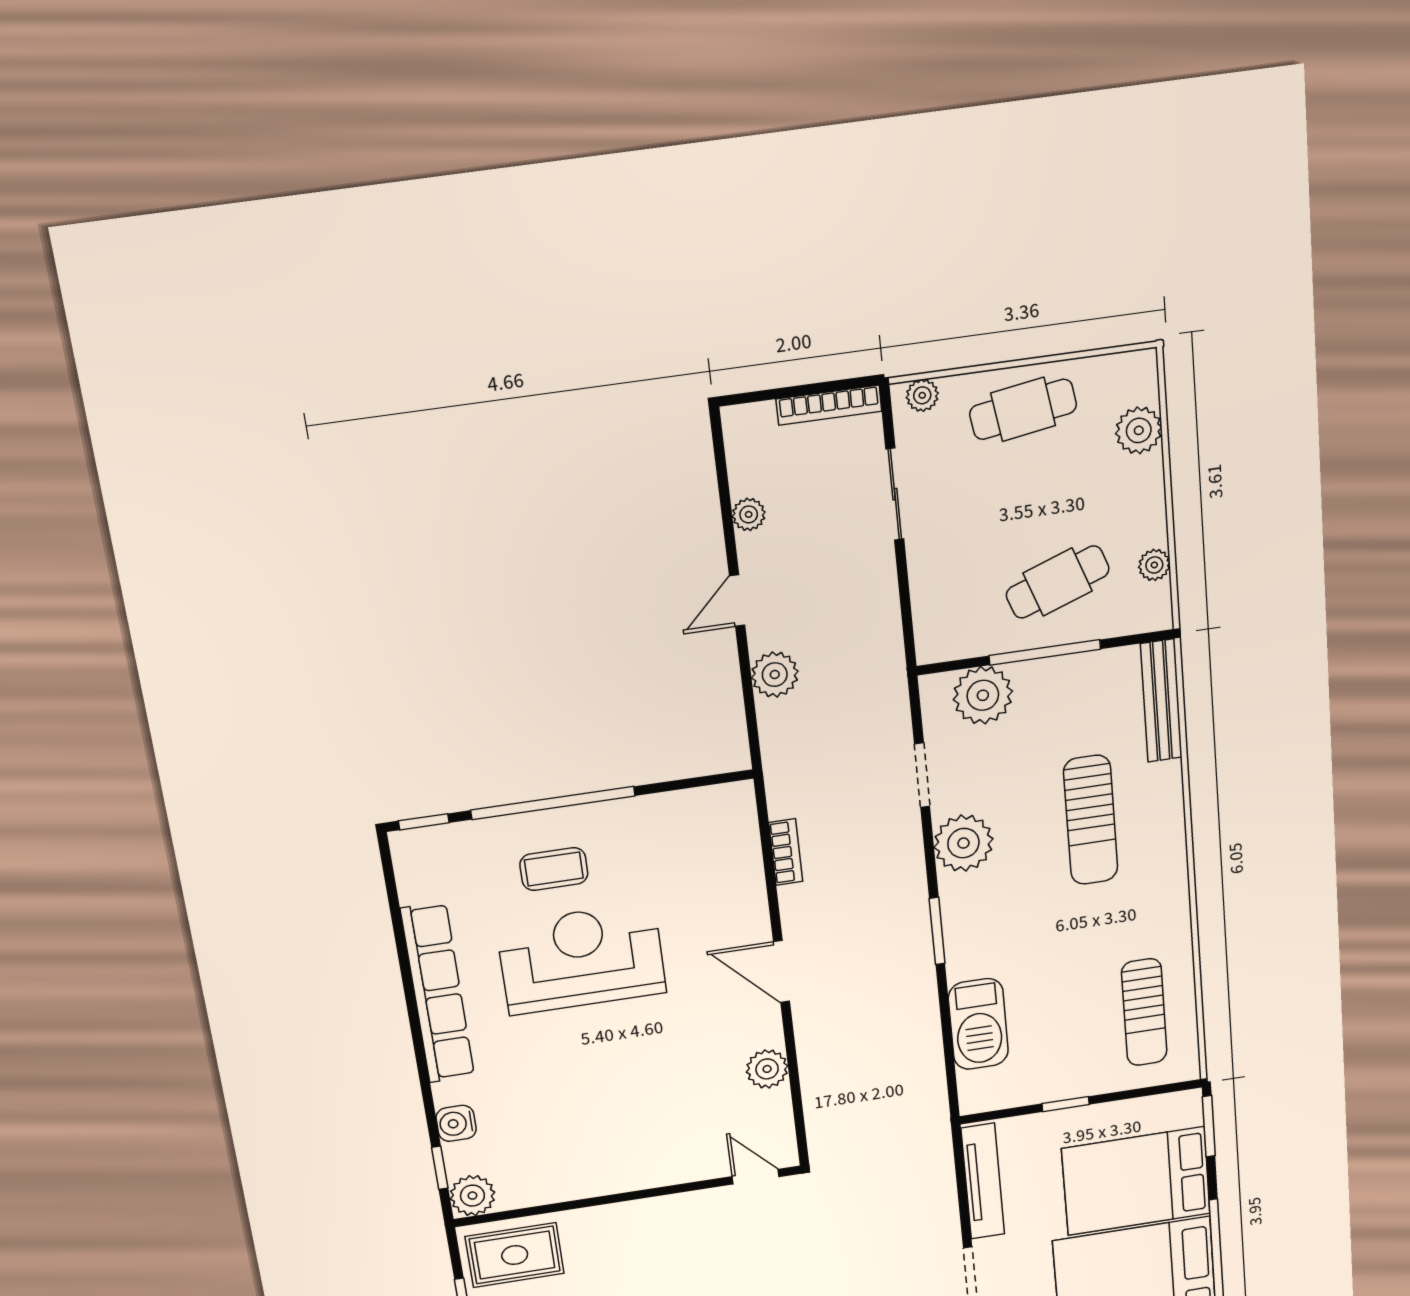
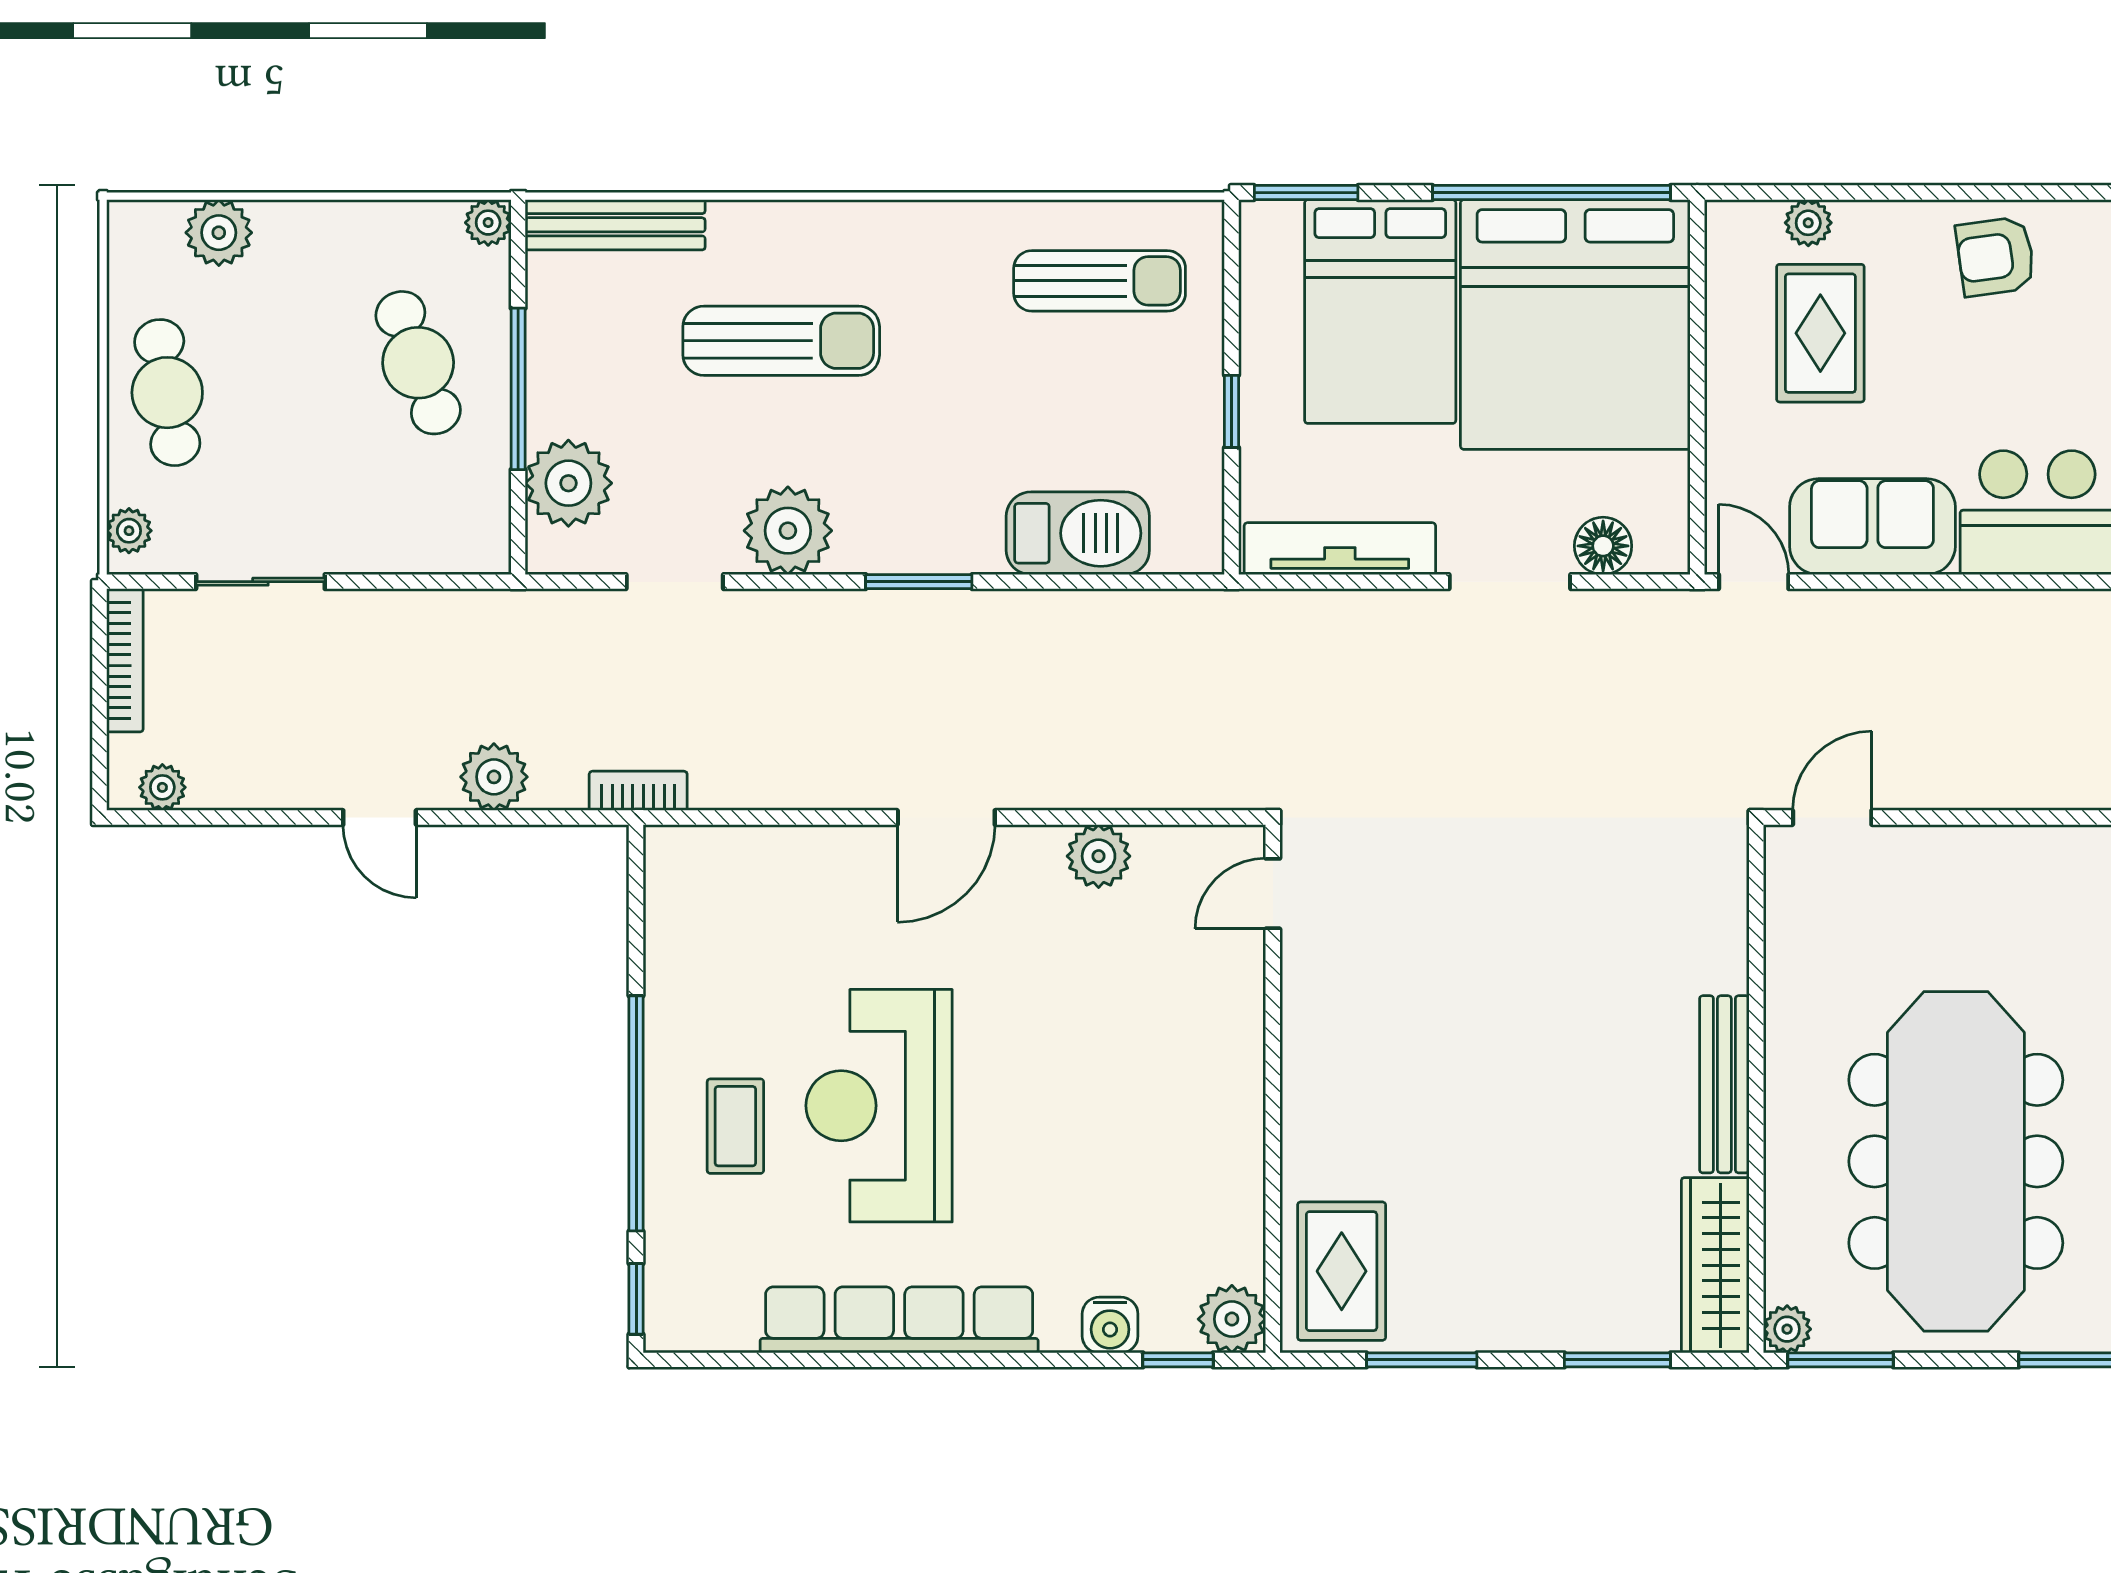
plant: (749, 514) -> (162, 787), moved
plant: (1154, 565) -> (488, 223), moved
bookcase: (786, 852) -> (638, 791), moved

